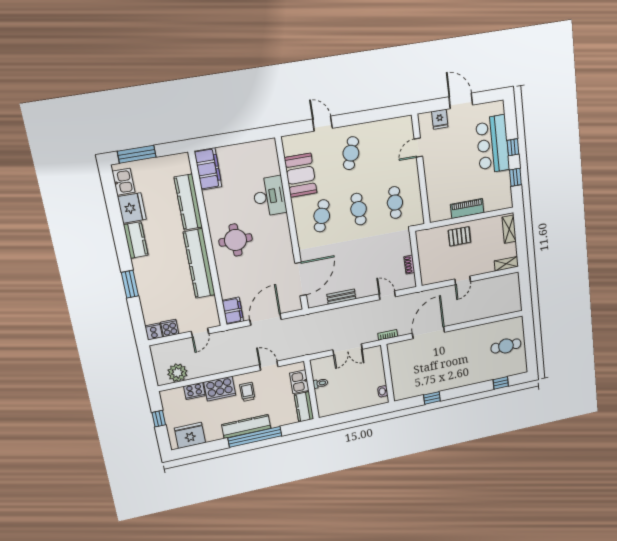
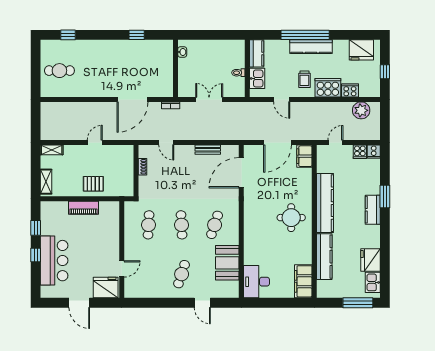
fridge: (440, 119) -> (106, 287), width x1.88, depth x1.34
desk: (269, 196) -> (257, 282), moved
kitchen counter: (136, 240) -> (373, 210), moved

